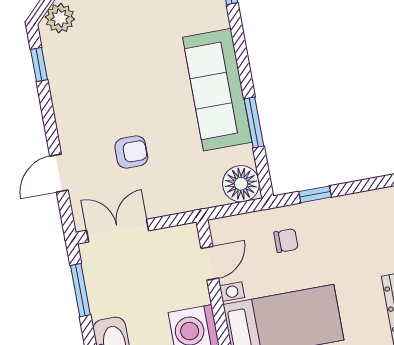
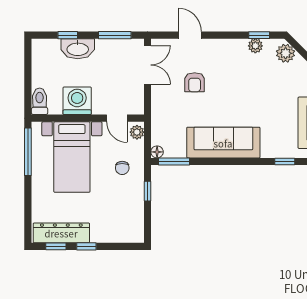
plant: (57, 67) -> (255, 46), added
window: (254, 122) -> (174, 161), moved
floor lamp: (241, 184) -> (157, 152), width x0.53, depth x0.53
plant: (226, 228) -> (137, 132), added

